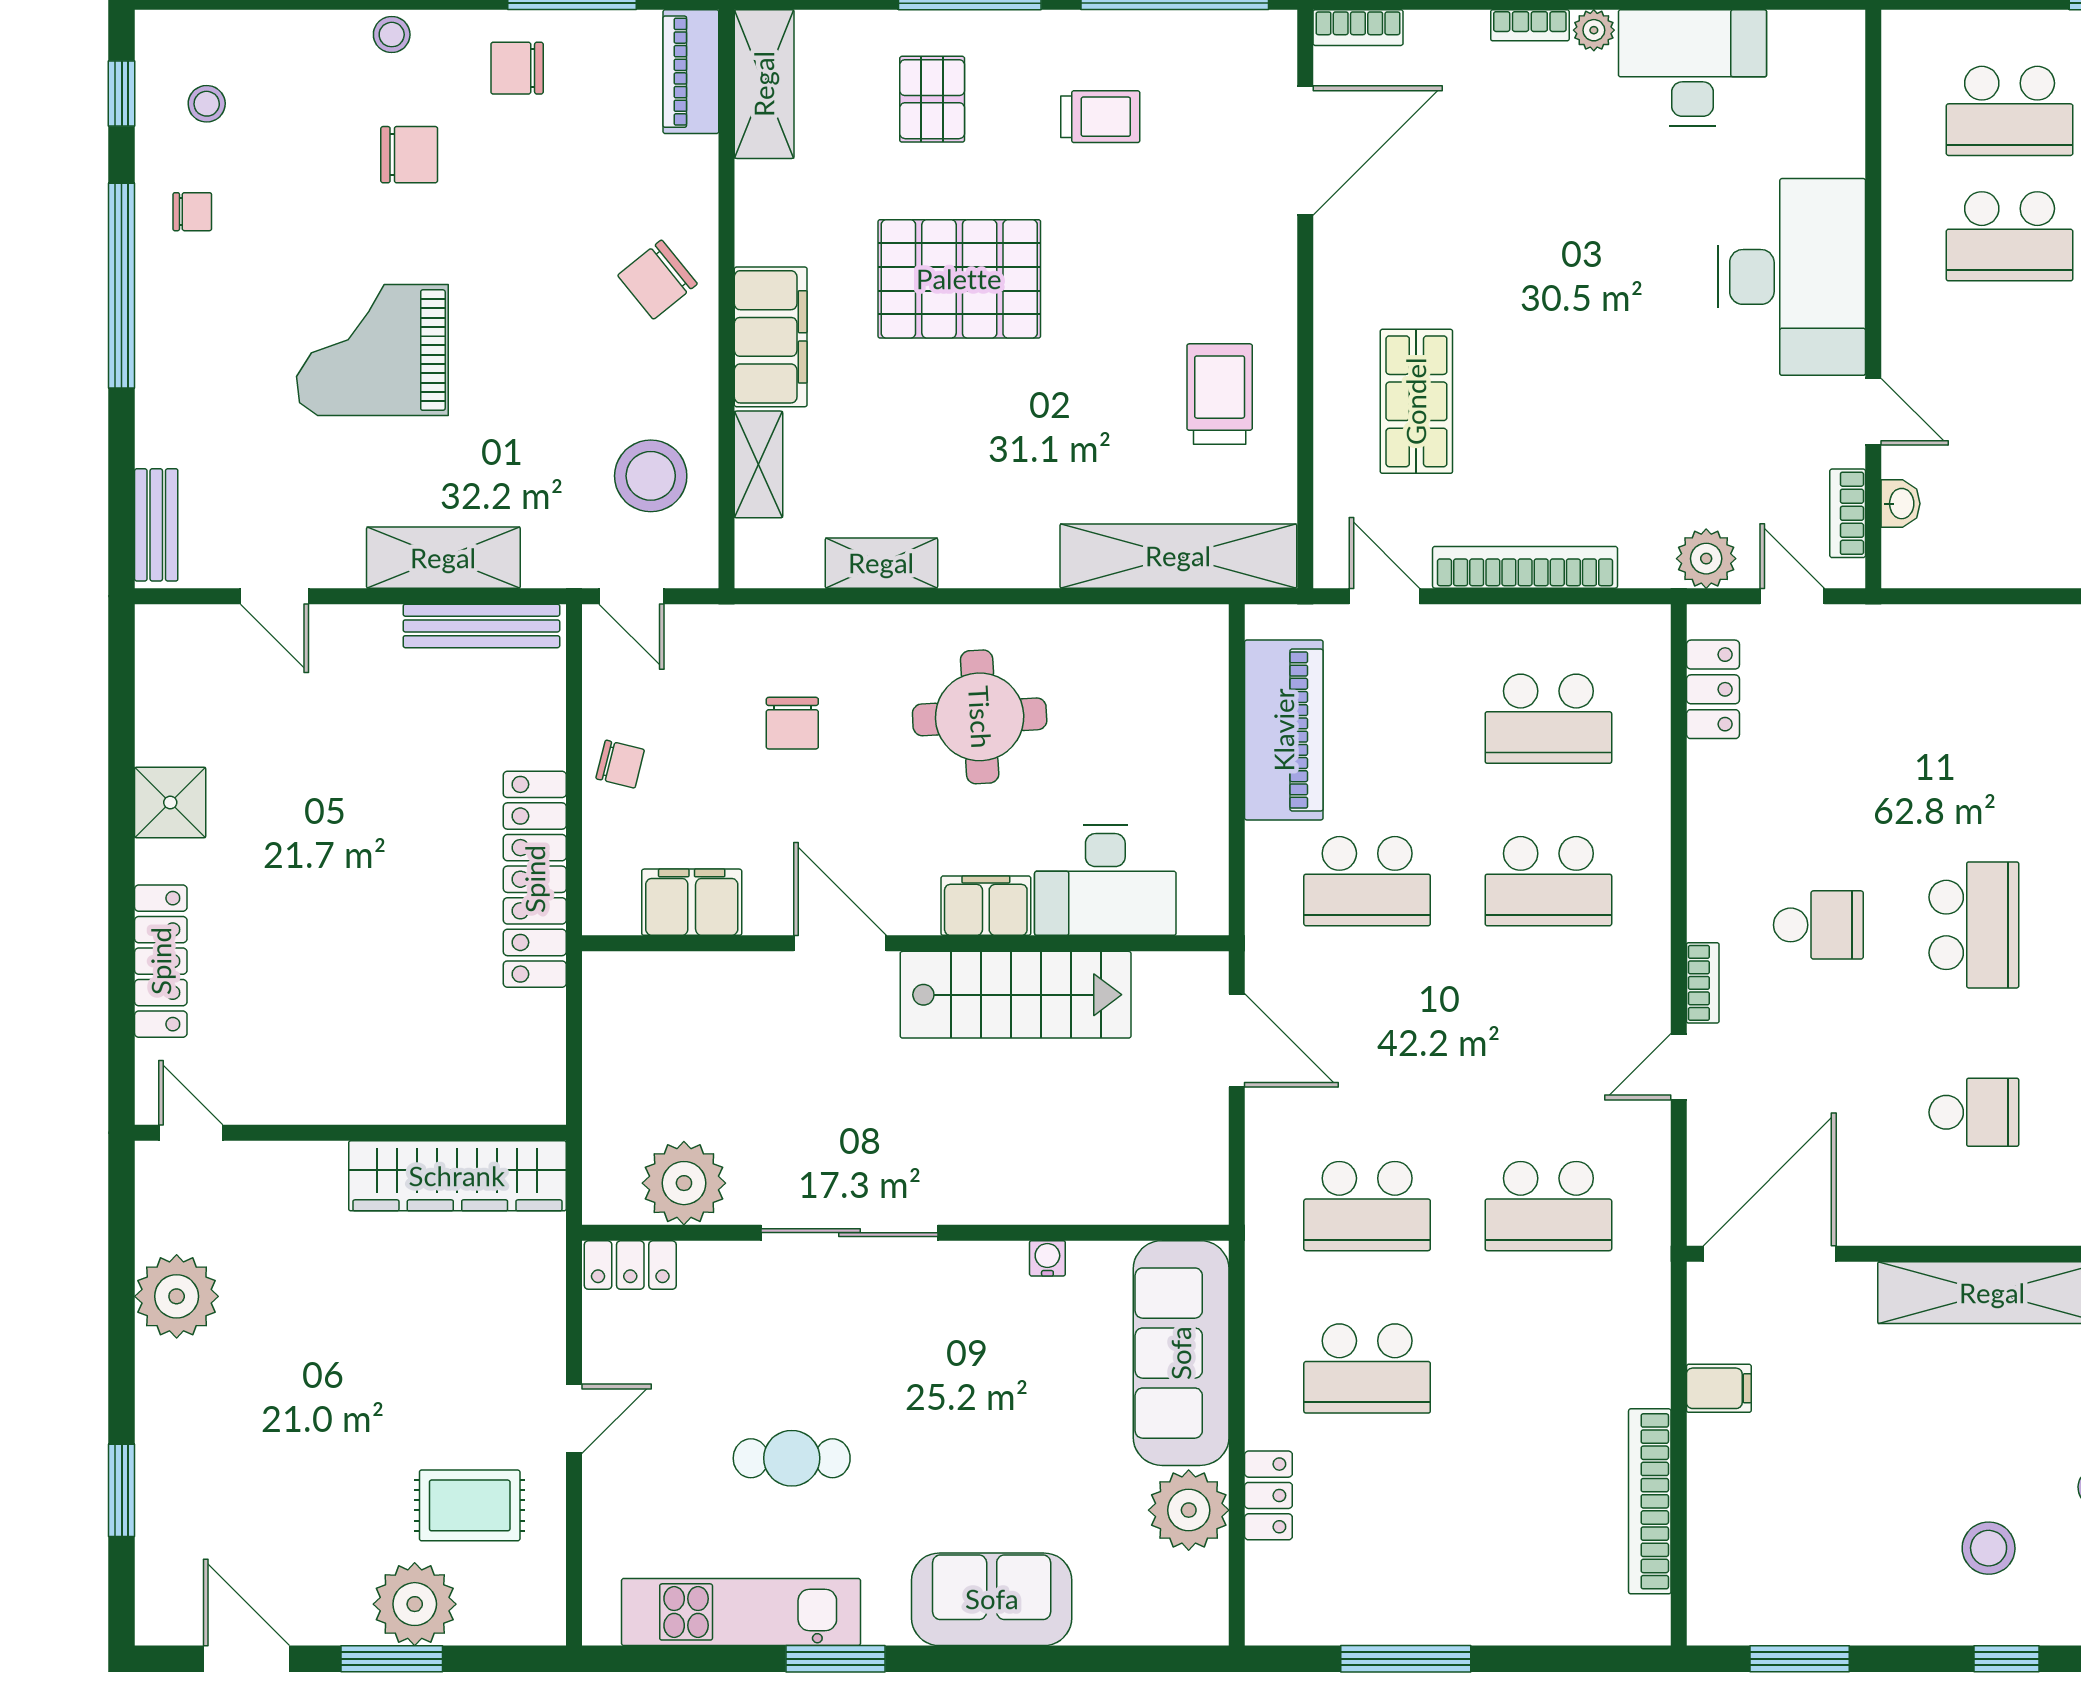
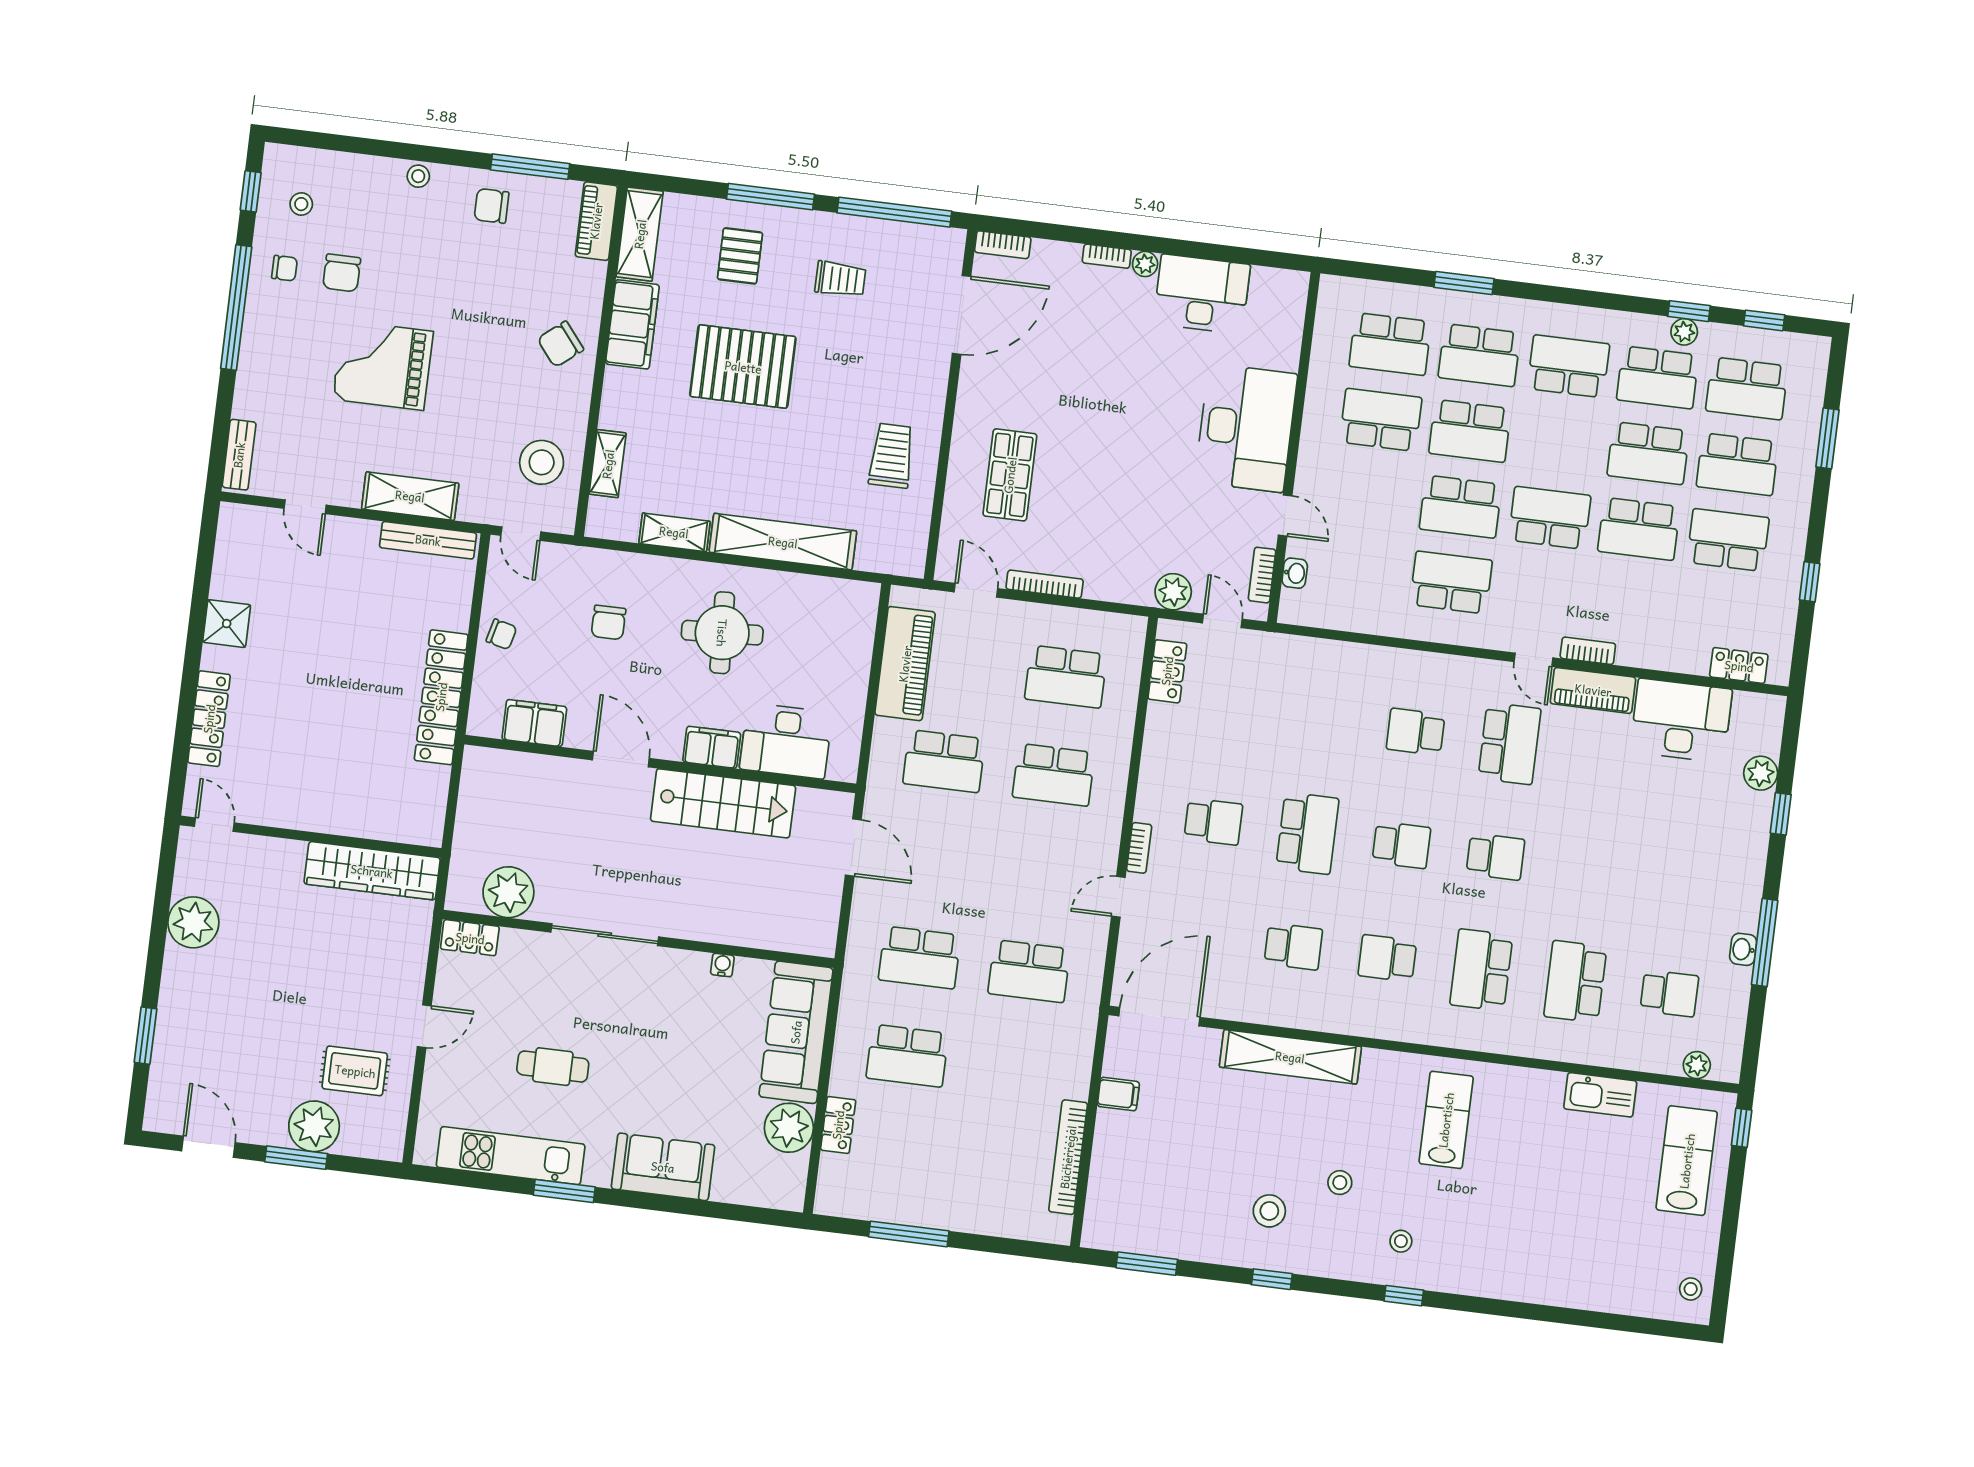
chair: (409, 155) -> (342, 273), moved, turned 90
school desk: (2010, 236) -> (1381, 420), turned 180
filing cabinet: (771, 337) -> (632, 324), moved
shelving: (1178, 556) -> (783, 542), moved
bookcase: (1525, 567) -> (1045, 584), width x0.68, depth x0.76

